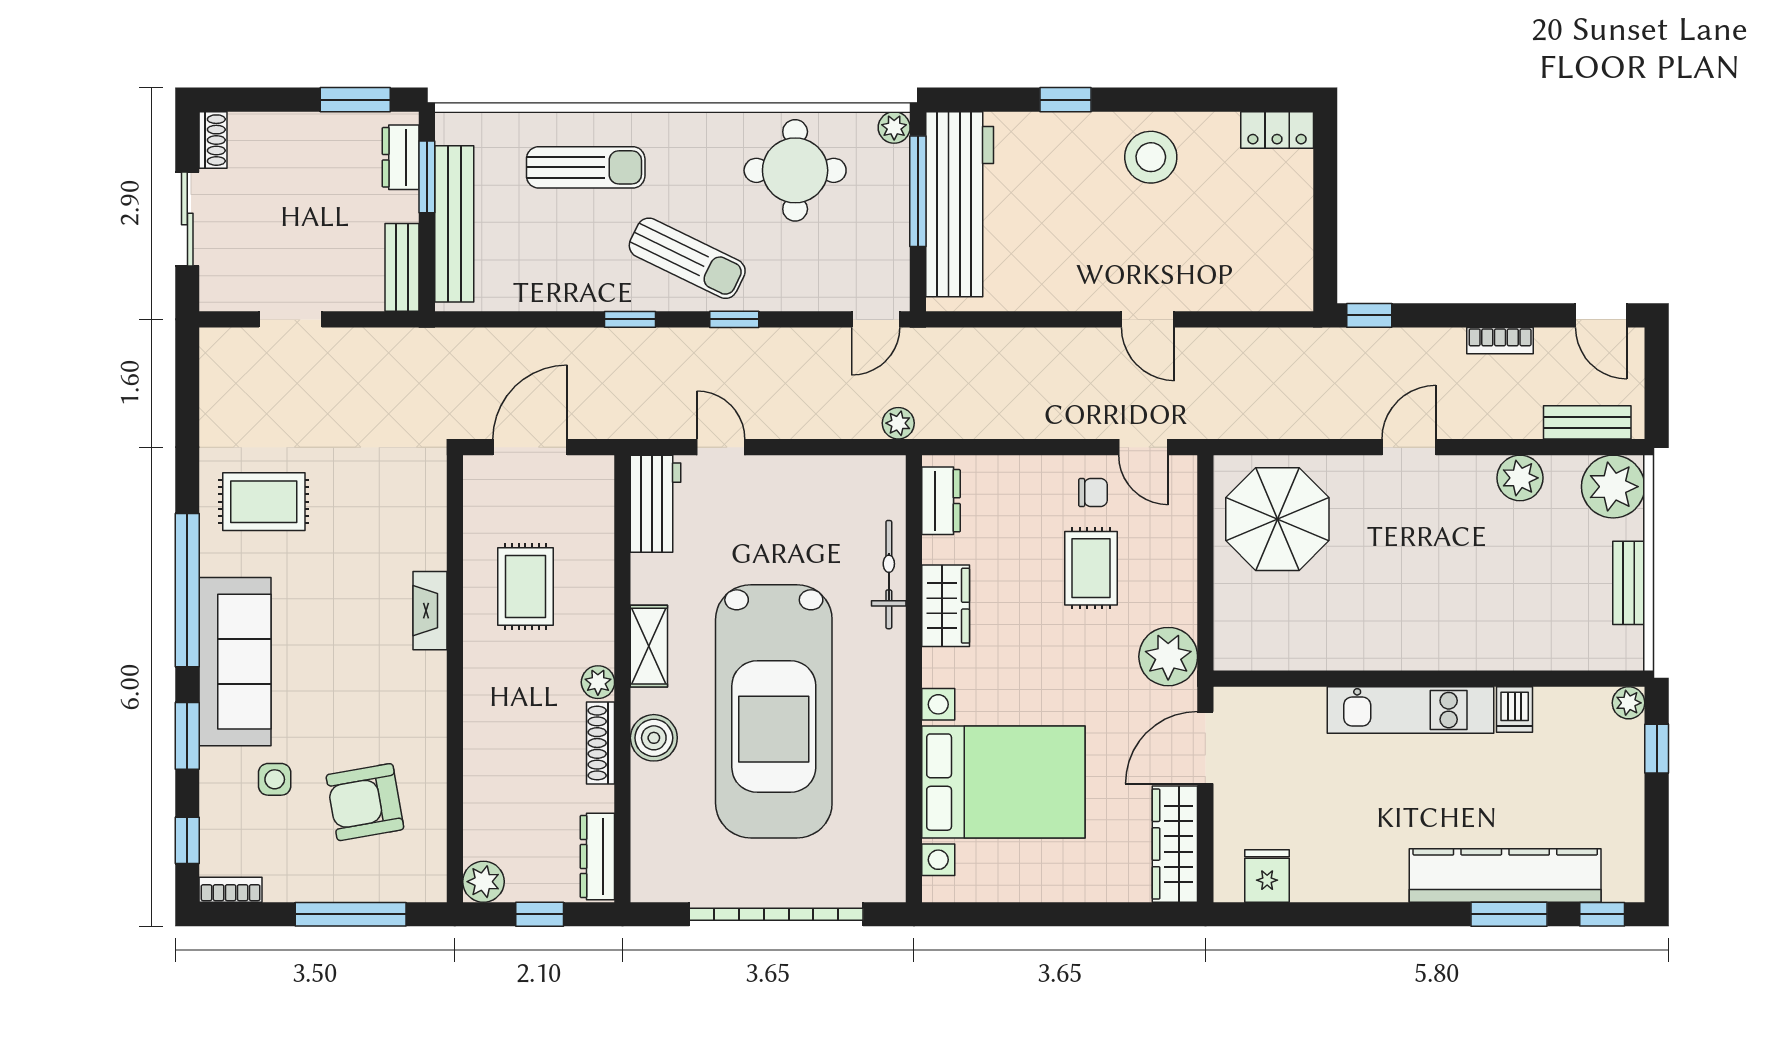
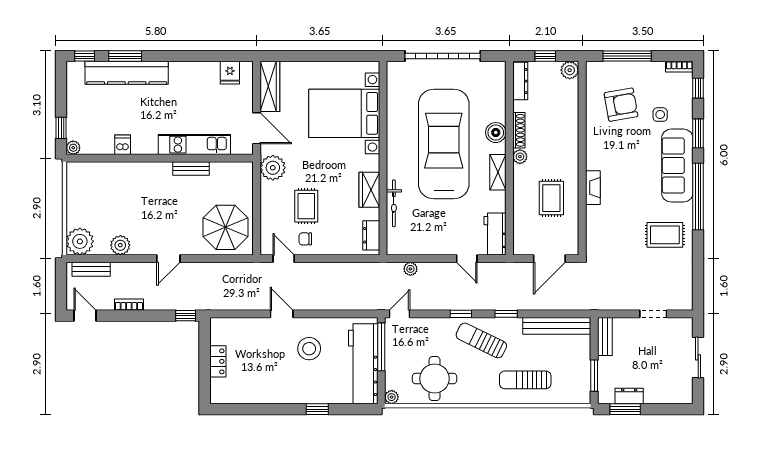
locker: (1277, 130) -> (218, 361), moved, turned 90
shoe rack: (213, 140) -> (687, 392), removed
dresser: (401, 157) -> (629, 396), moved, turned -90
stool: (1151, 157) -> (309, 349), moved
window: (918, 191) -> (381, 347), moved
bench: (454, 224) -> (557, 326), moved, turned 90
plant: (898, 423) -> (410, 269), moved
bench: (1629, 583) -> (191, 169), moved, turned 90
kitchen unit: (1410, 710) -> (194, 145), moved
door: (1205, 748) -> (257, 128), hinge flipped

